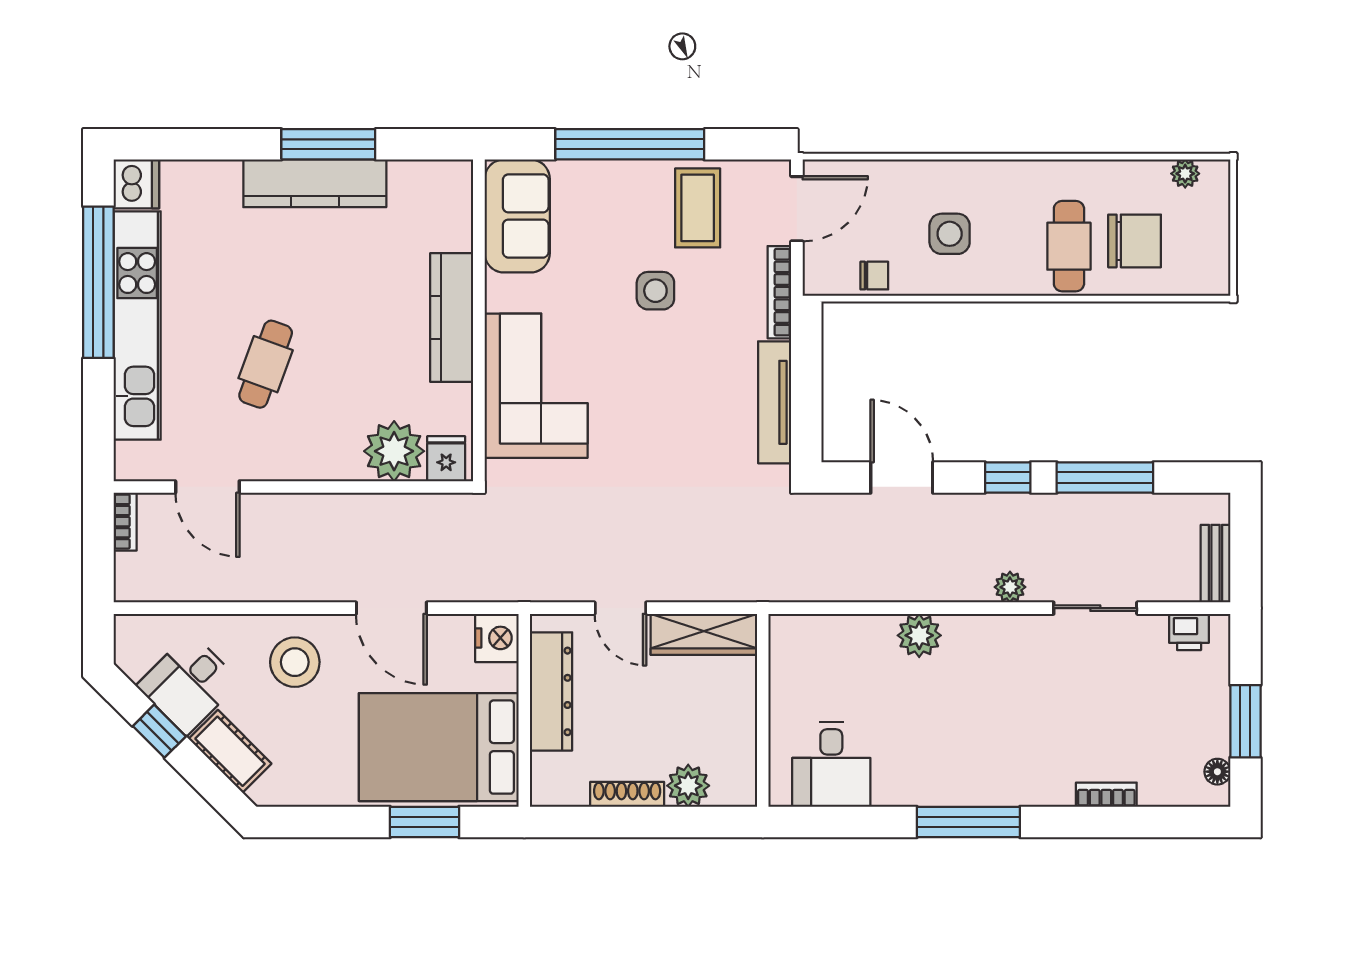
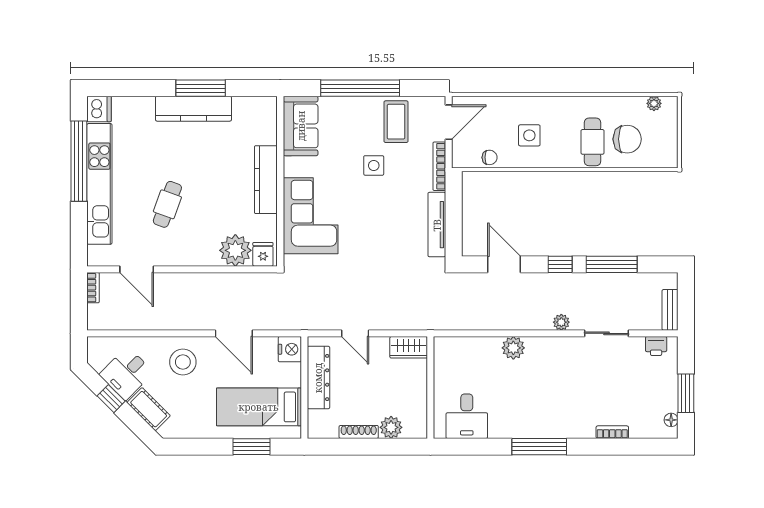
wardrobe: (704, 634) -> (409, 347), width x0.67
bed: (439, 747) -> (259, 407), width x0.67

